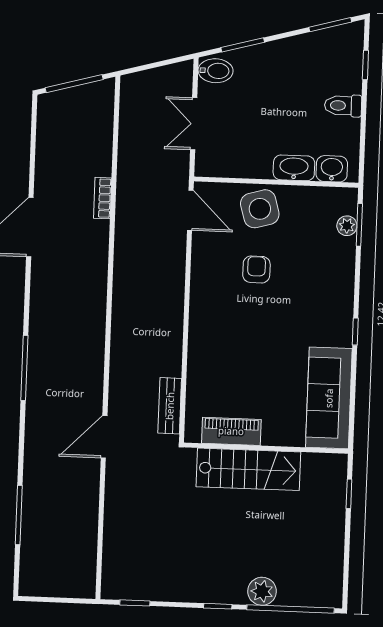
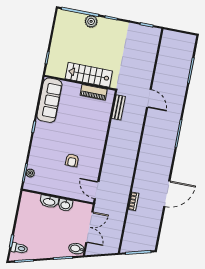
toilet: (343, 106) -> (19, 248), moved
double door: (194, 124) -> (89, 227), width x1.37
washbasin: (332, 169) -> (65, 205), moved
side table: (260, 209) -> (67, 186), removed
door: (104, 437) -> (149, 98), hinge flipped

